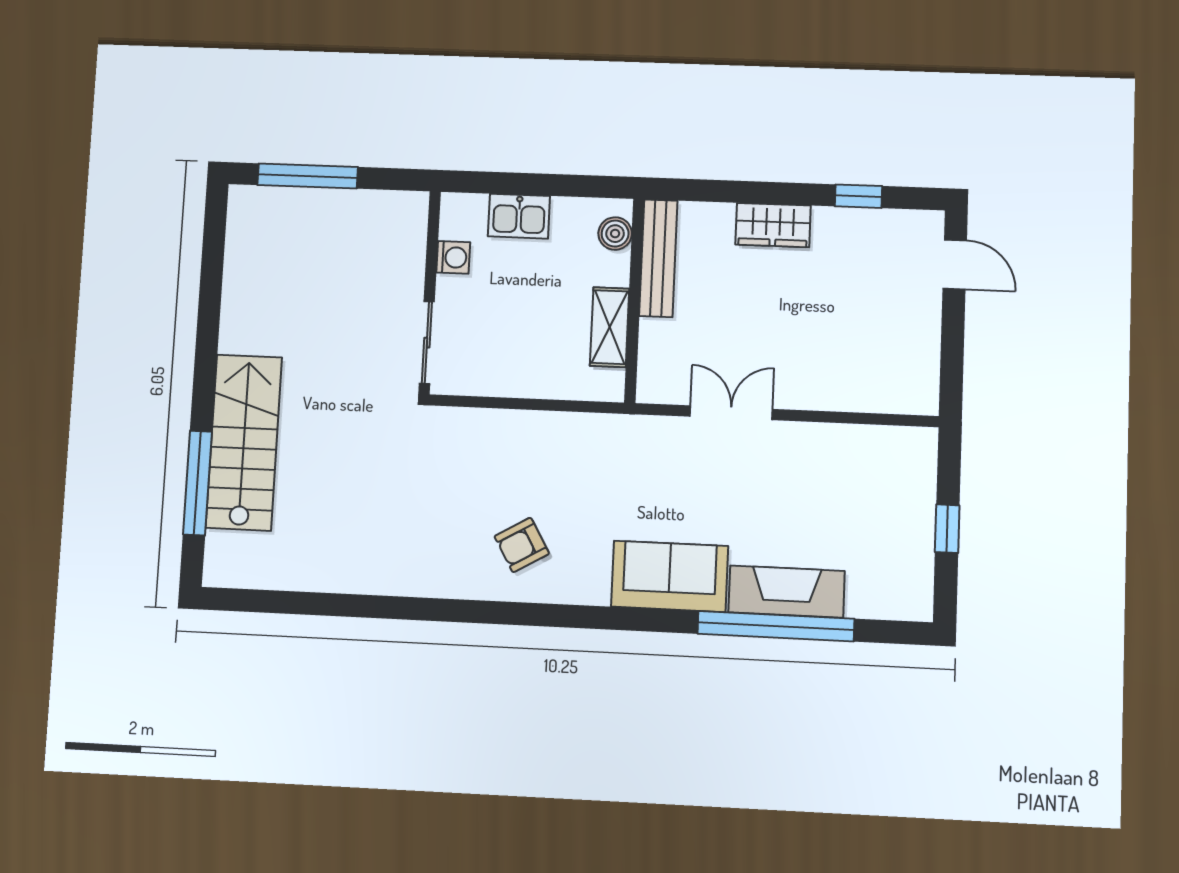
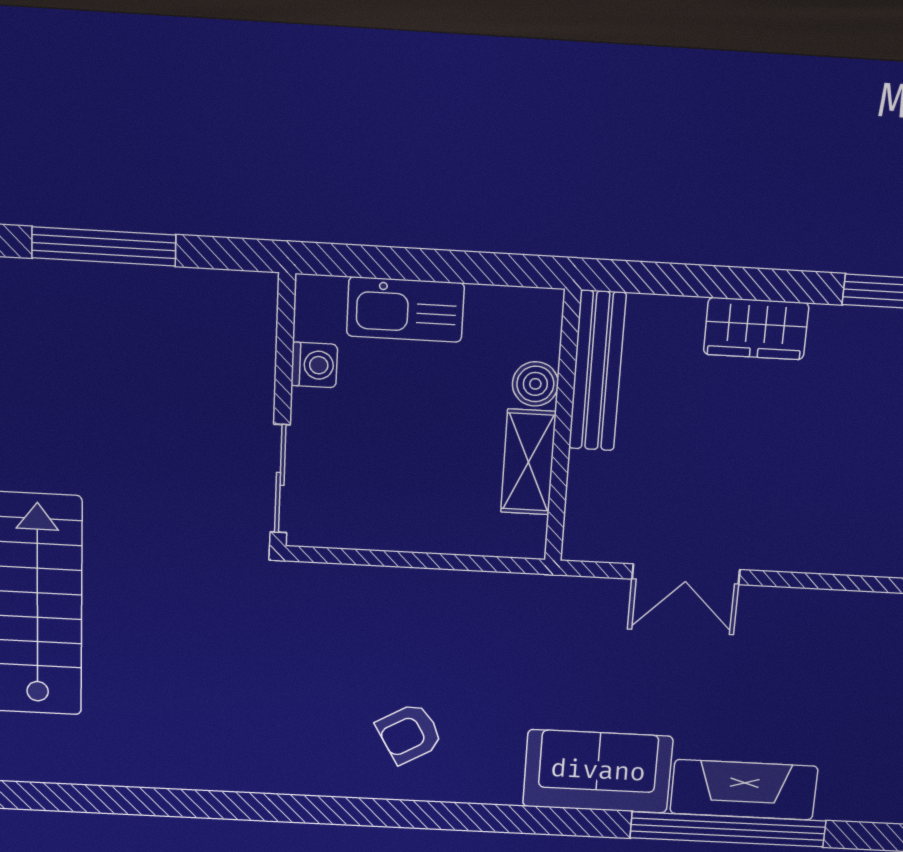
kitchen sink: (519, 216) -> (405, 310), width x1.38
boiler: (615, 234) -> (535, 384), moved
double door: (731, 413) -> (686, 574), swing flipped

